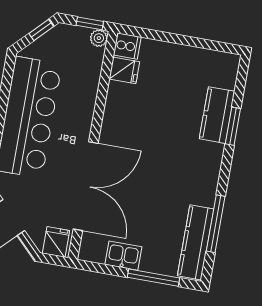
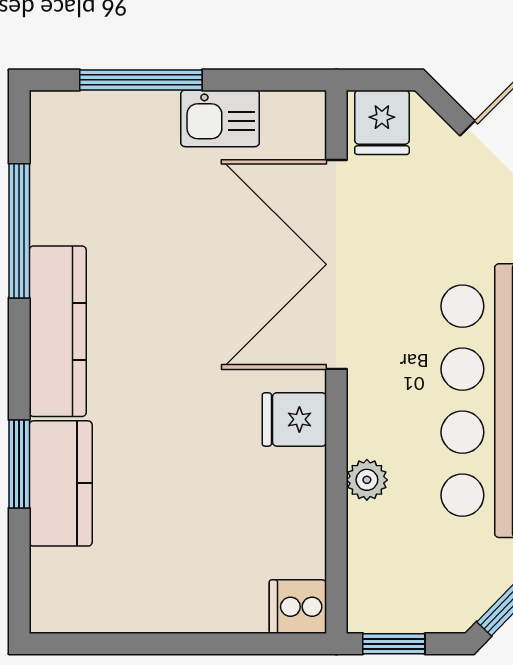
plant: (99, 38) -> (367, 480), moved
fridge: (124, 70) -> (294, 419), moved
kitchen counter: (196, 242) -> (58, 331), moved

